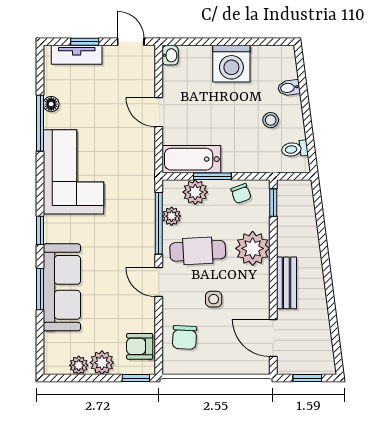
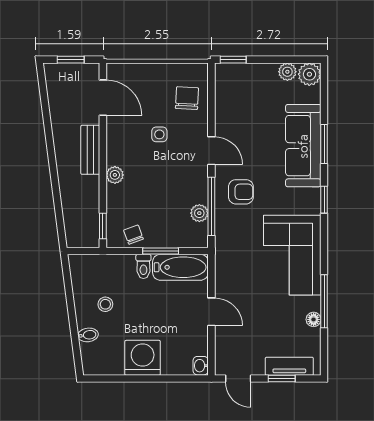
toilet: (295, 149) -> (143, 266), moved, turned 97
plant: (195, 192) -> (177, 236), removed
plant: (253, 248) -> (115, 175), width x0.53, depth x0.53
cafe table: (198, 251) -> (175, 180), removed
armchair: (140, 346) -> (241, 192), moved
plant: (102, 363) -> (309, 74), moved

